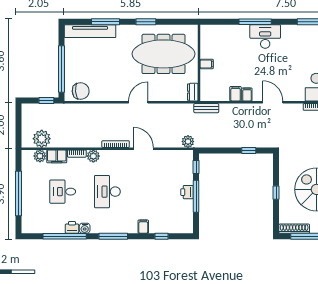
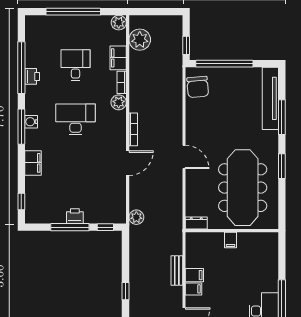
bench: (206, 108) -> (177, 270), moved
plant: (40, 156) -> (119, 23), moved
filing cabinet: (143, 227) -> (33, 163), width x2.00
water cooler: (85, 228) -> (31, 122), moved
window: (162, 236) -> (21, 201), moved

